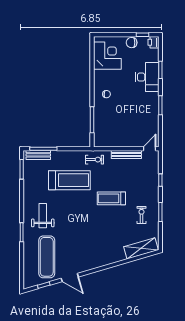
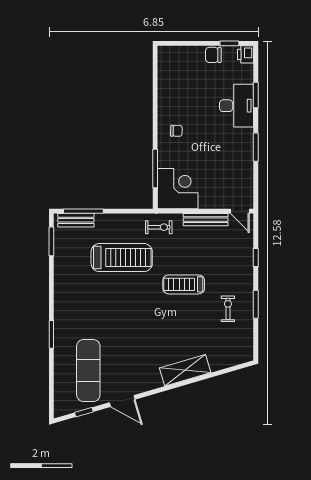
corner desk: (107, 56) -> (178, 189), moved
door: (150, 149) -> (240, 211), swing flipped
weight bench: (43, 216) -> (83, 310), removed
shelving: (141, 248) -> (185, 370), moved

